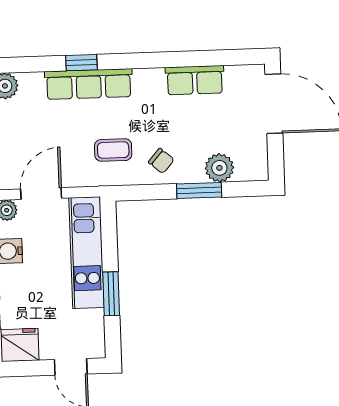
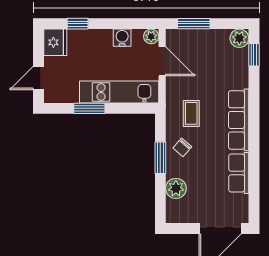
window: (81, 63) -> (254, 55), moved
row of seats: (89, 84) -> (239, 120), moved
window: (199, 191) -> (160, 158), moved

